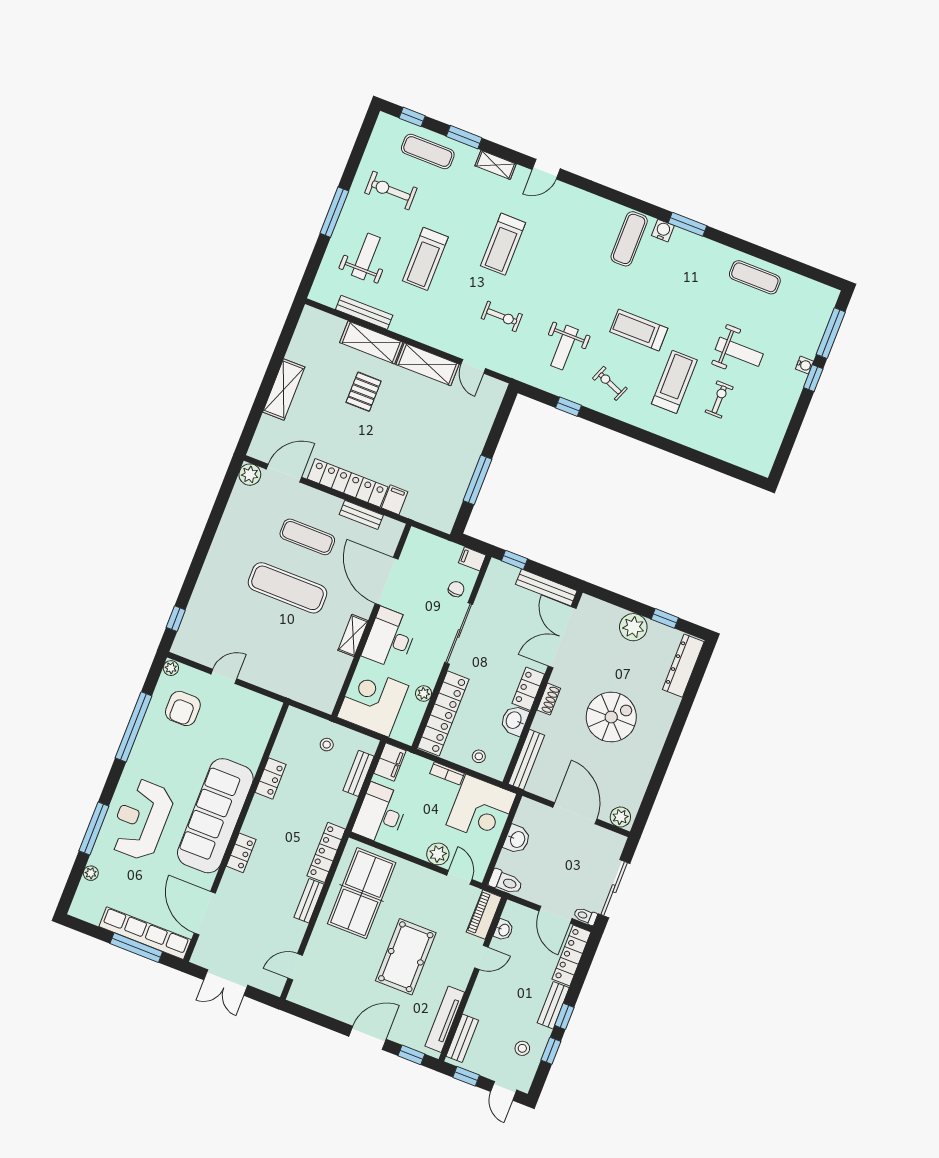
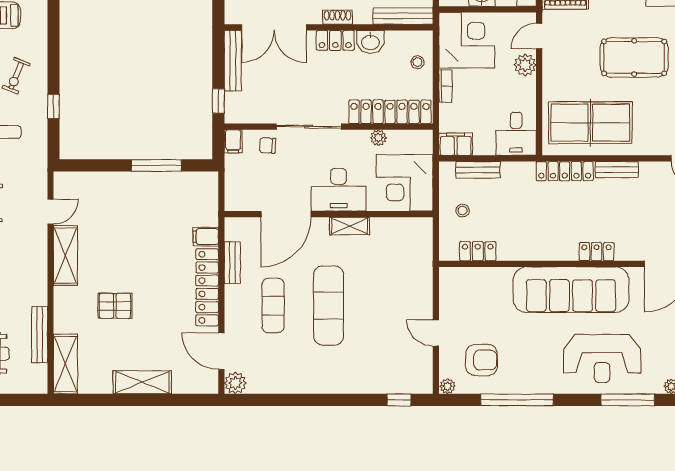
shelving: (371, 342) -> (65, 364), moved
locker: (271, 778) -> (478, 251), moved
desk: (381, 814) -> (516, 134), width x0.73

